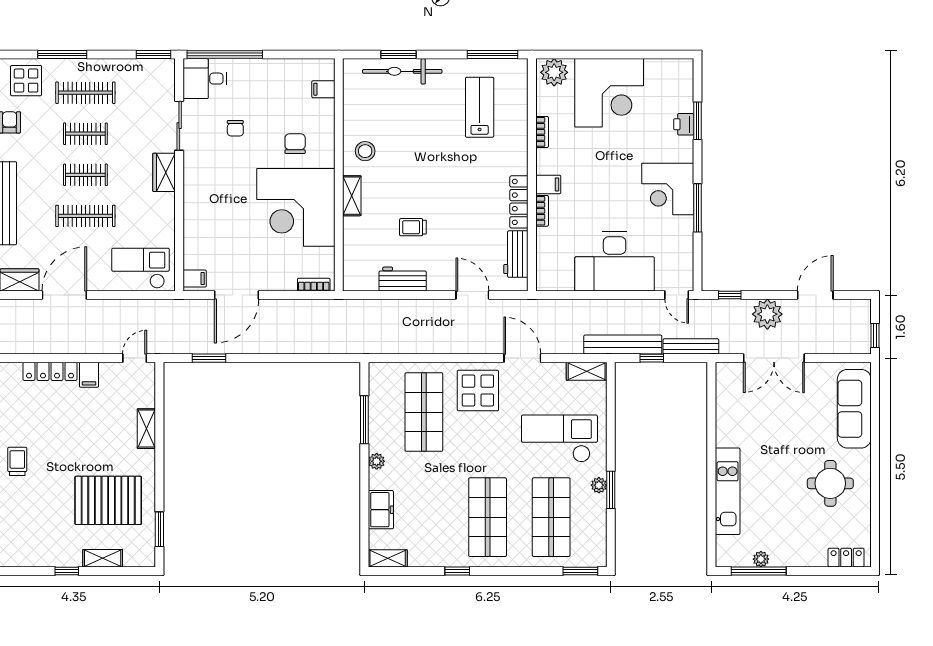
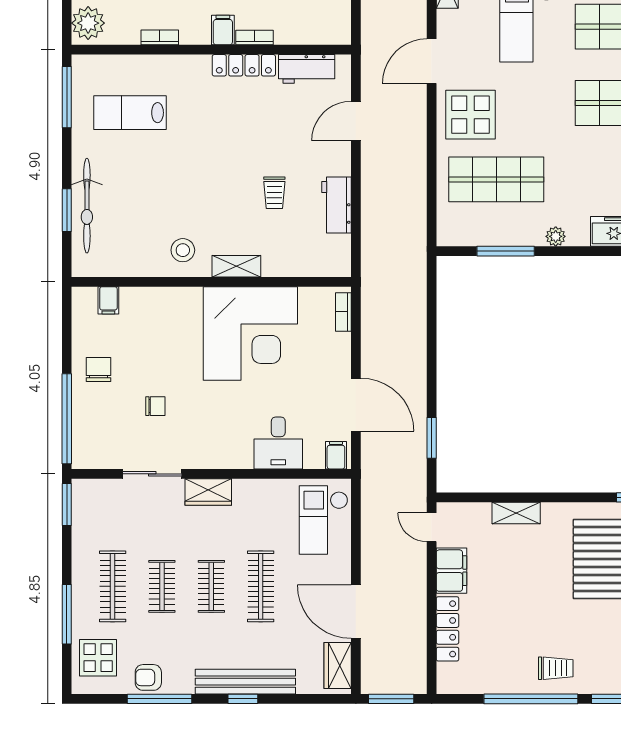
desk: (205, 79) -> (278, 443), moved
chair: (295, 144) -> (98, 369), moved, turned 90
filing cabinet: (89, 375) -> (451, 571), width x2.00
trolley: (17, 461) -> (556, 668), turned 180

